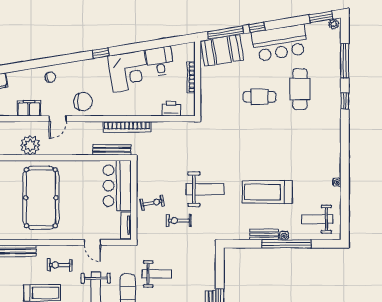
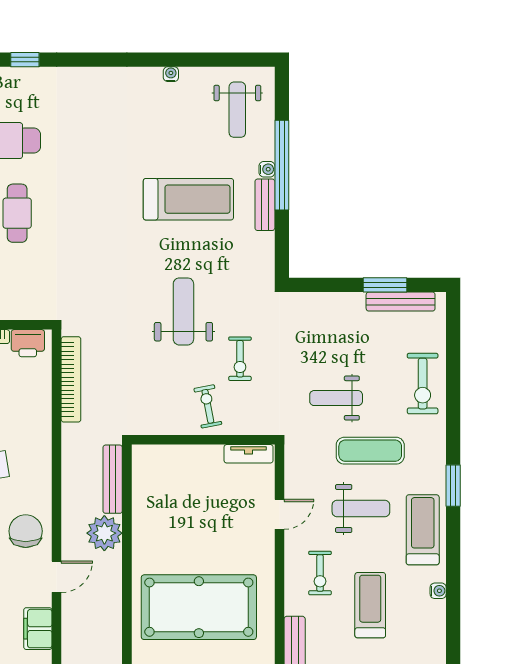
printer: (171, 109) -> (28, 343), moved, turned -90
door: (58, 119) -> (57, 577), hinge flipped
bookcase: (127, 127) -> (71, 379), moved
plant: (30, 145) -> (104, 533), moved
bar counter: (117, 186) -> (177, 470), removed
treadmill: (267, 192) -> (188, 199), turned -90
weight bench: (157, 274) -> (336, 398), turned -90

